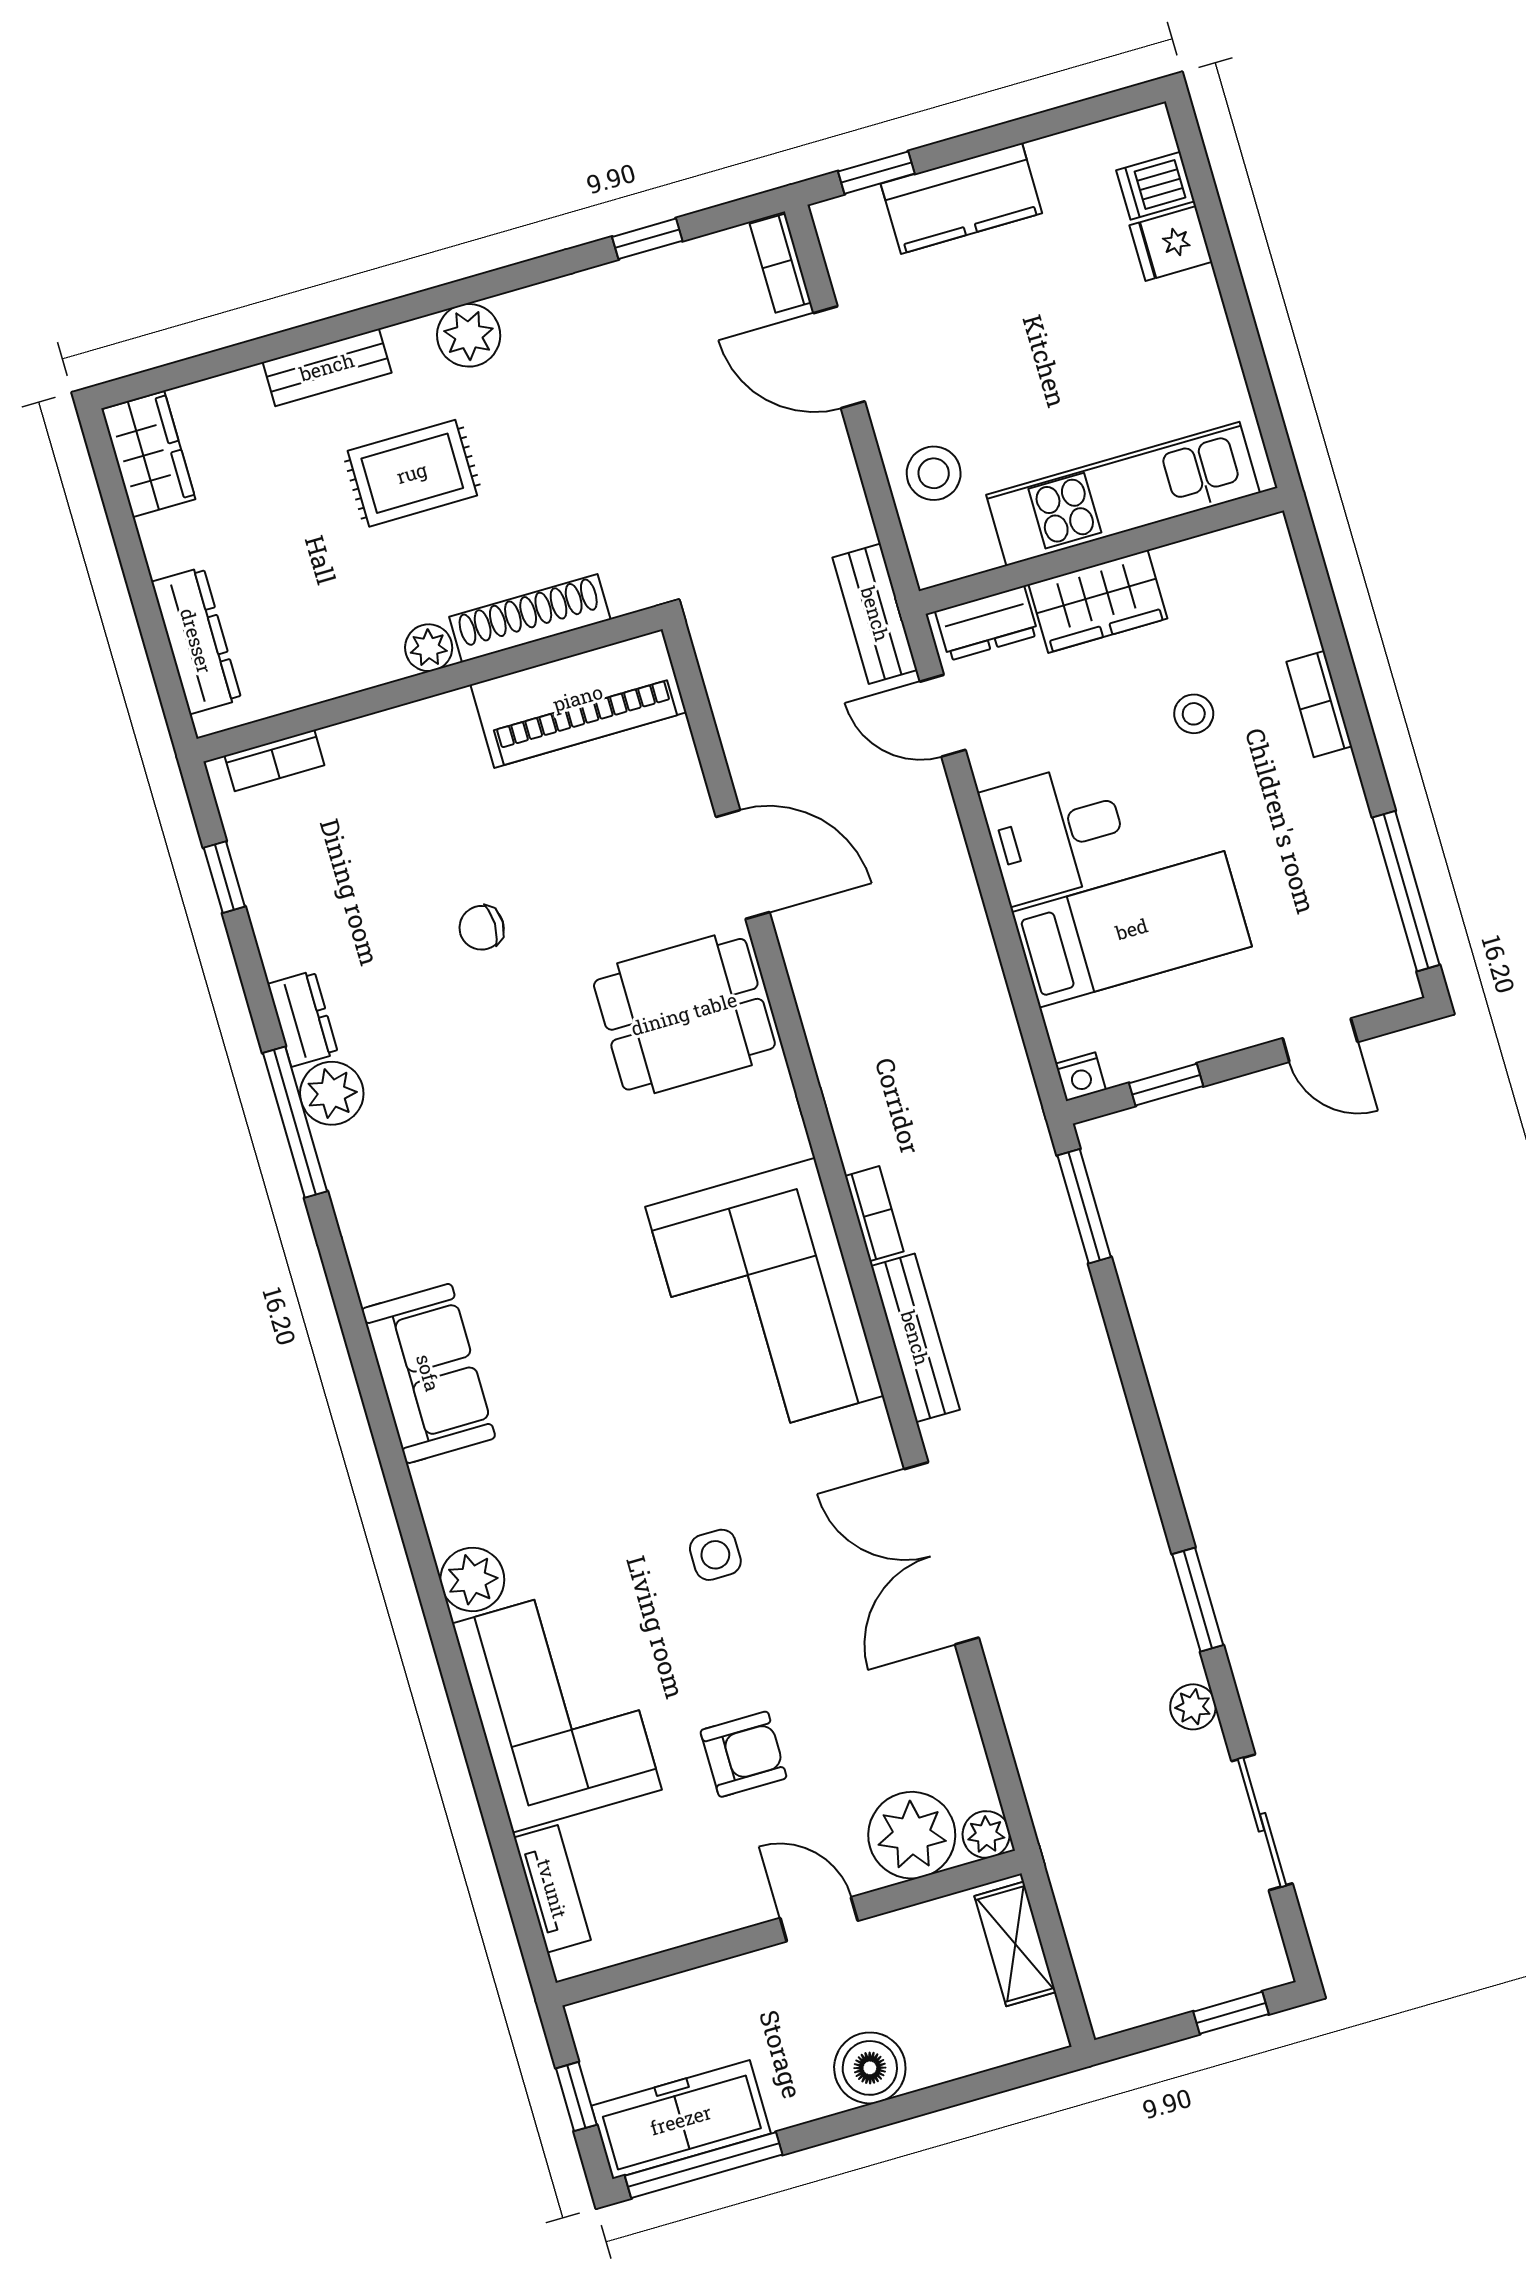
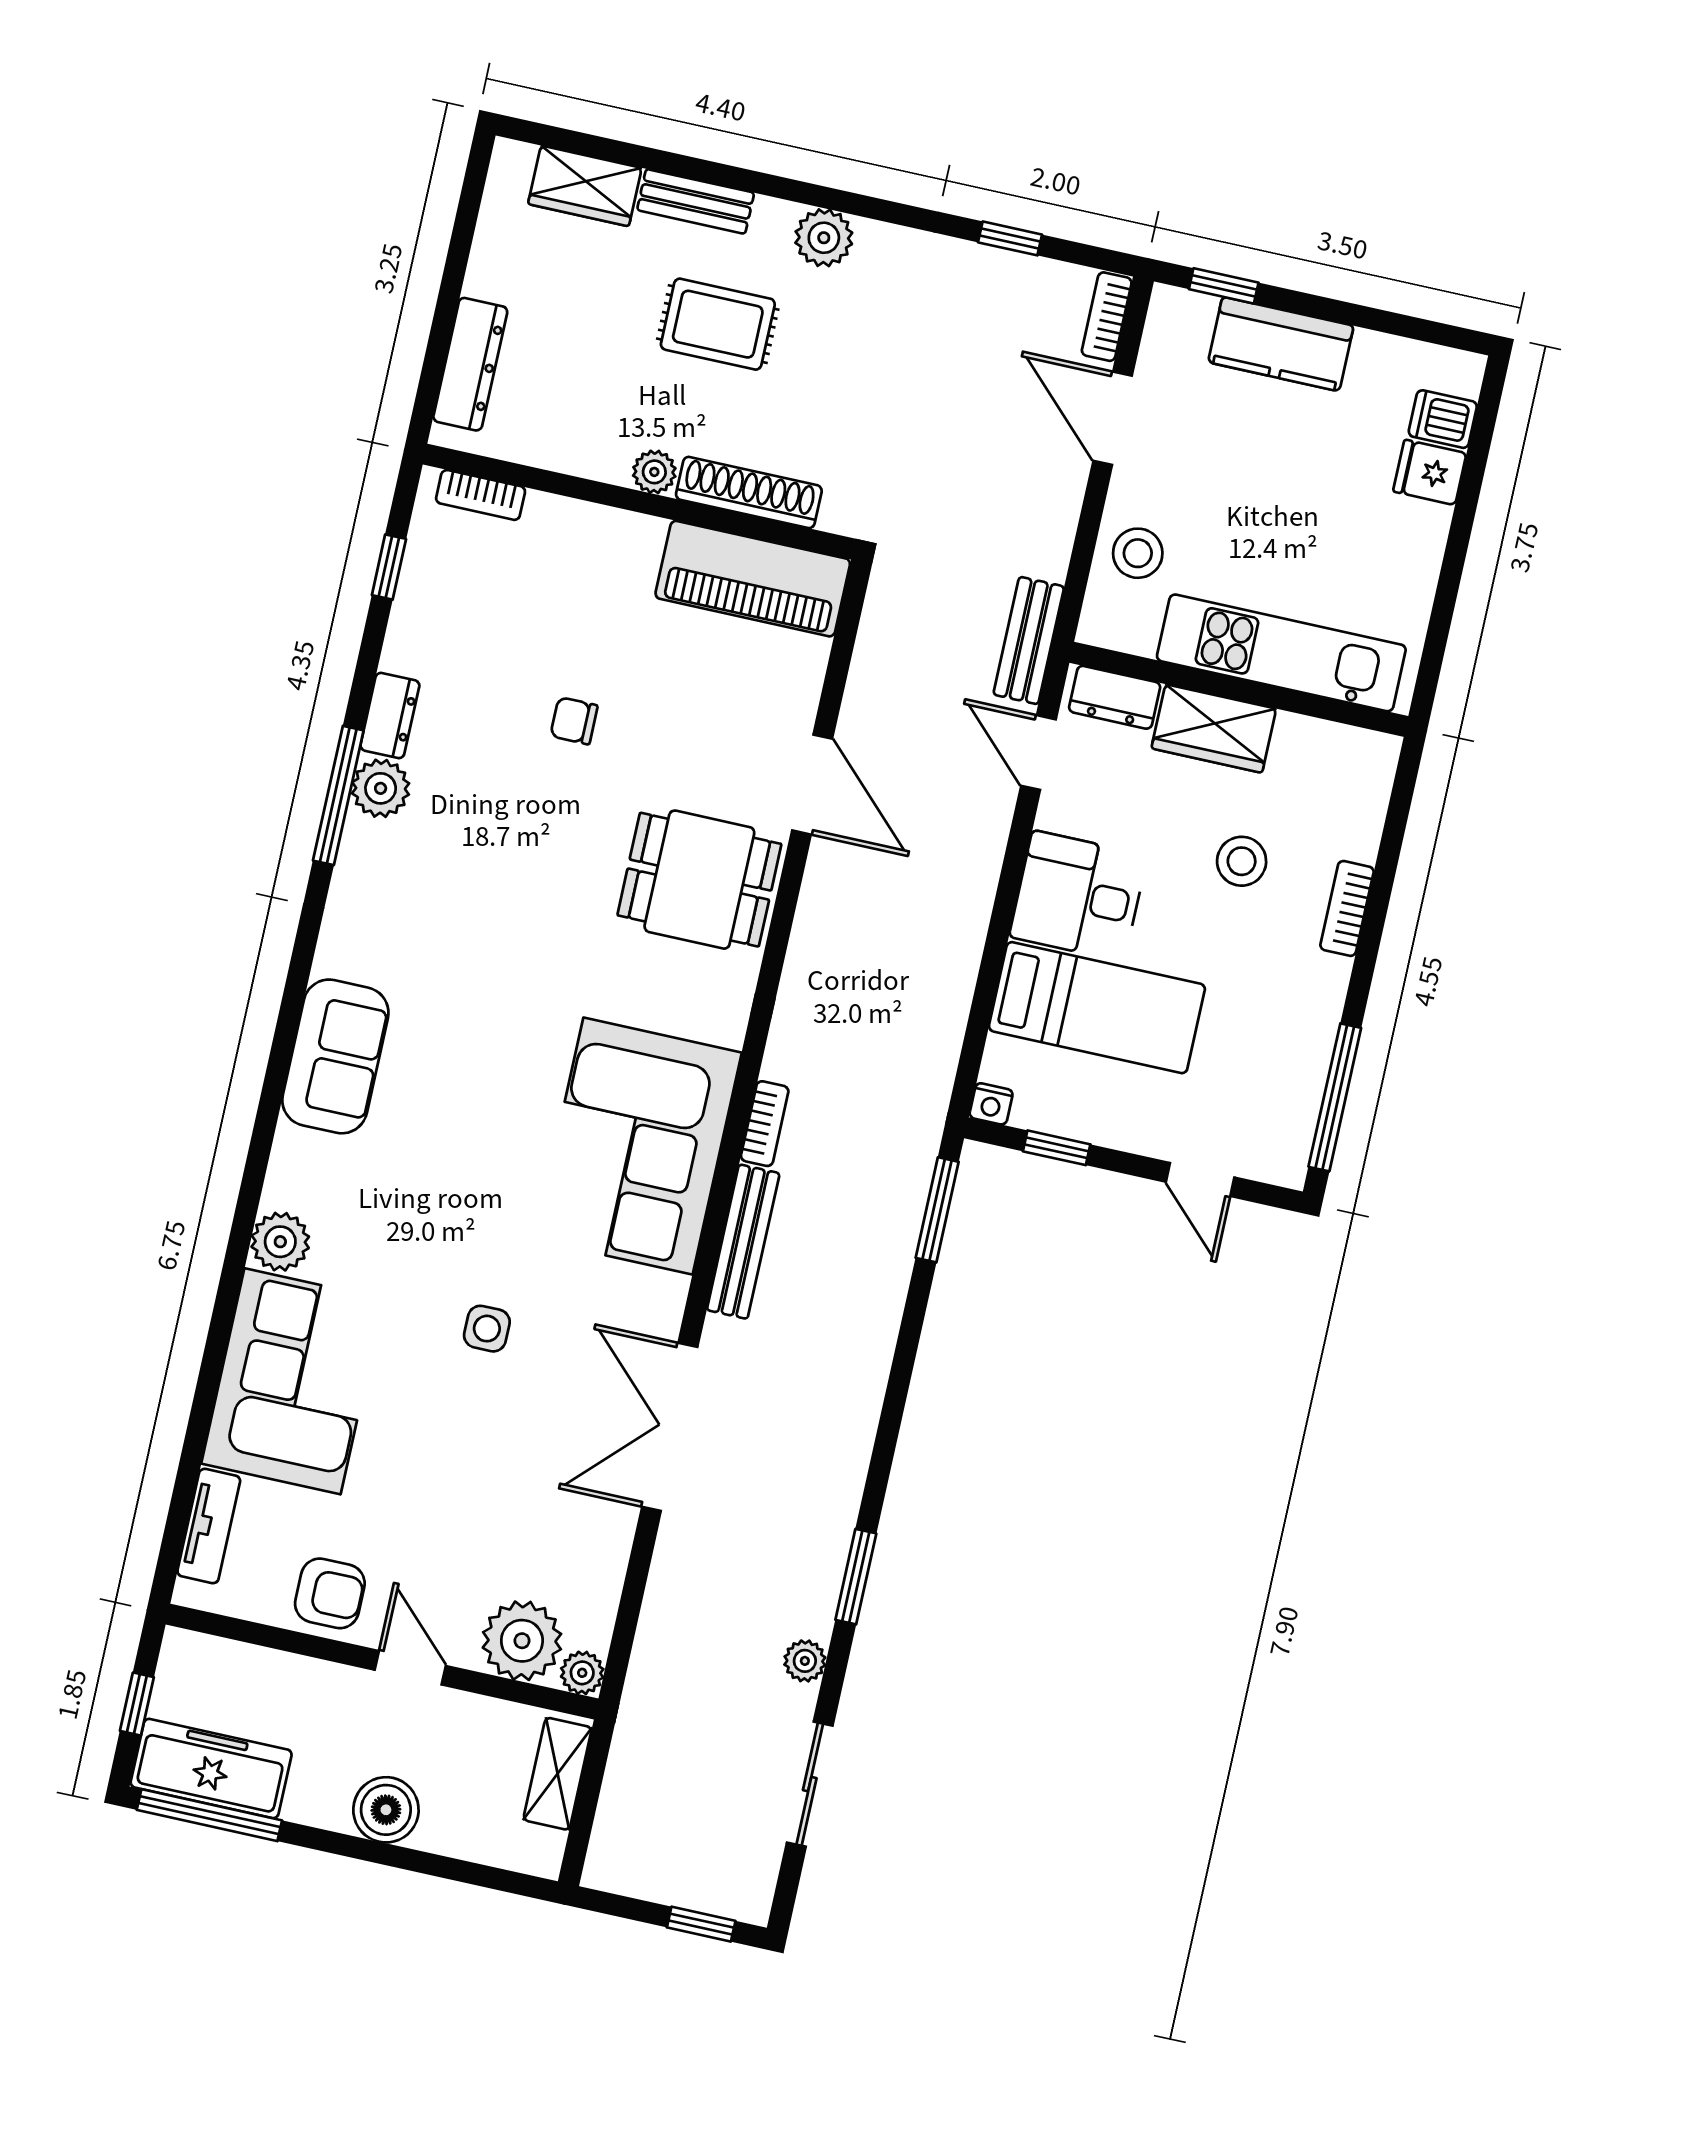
wardrobe: (148, 454) -> (585, 186), moved, turned 90
stool: (1194, 714) -> (1242, 861), width x1.37, depth x1.37
armchair: (743, 1754) -> (330, 1593), moved

